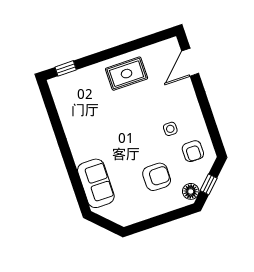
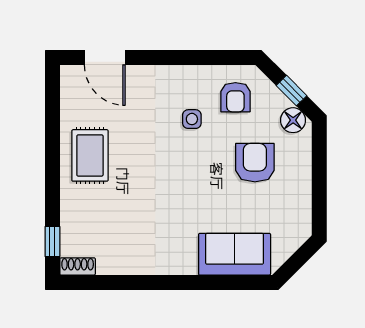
shoe rack: (56, 89) -> (78, 266), added
armchair: (193, 151) -> (235, 97), turned 90

